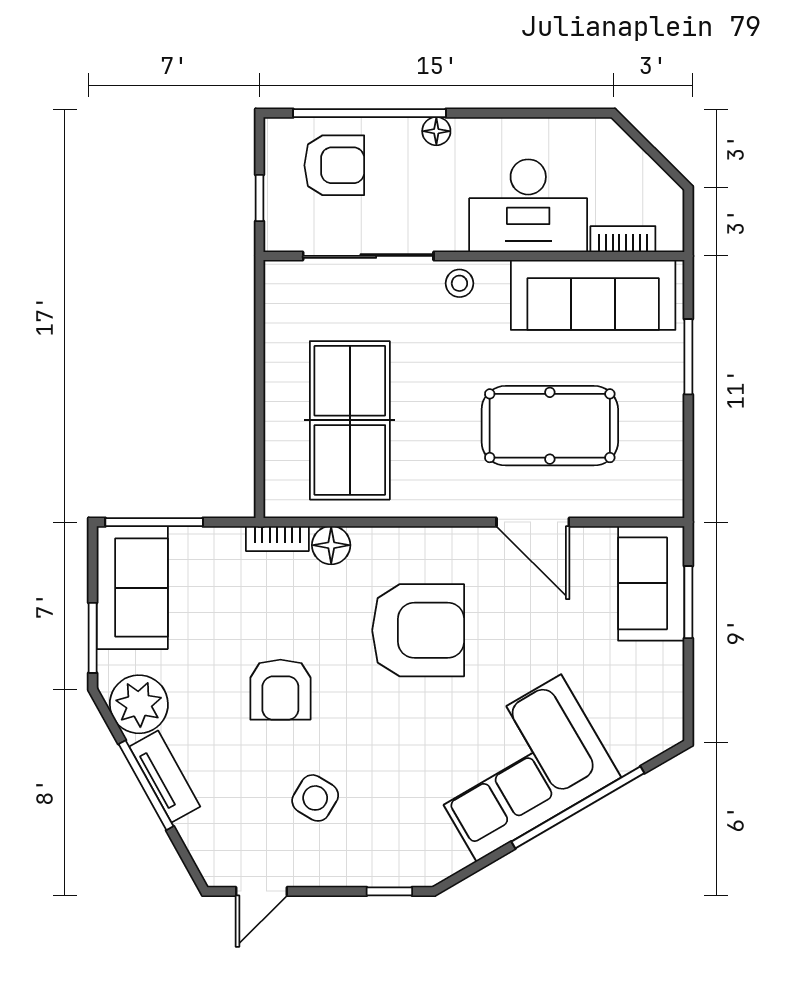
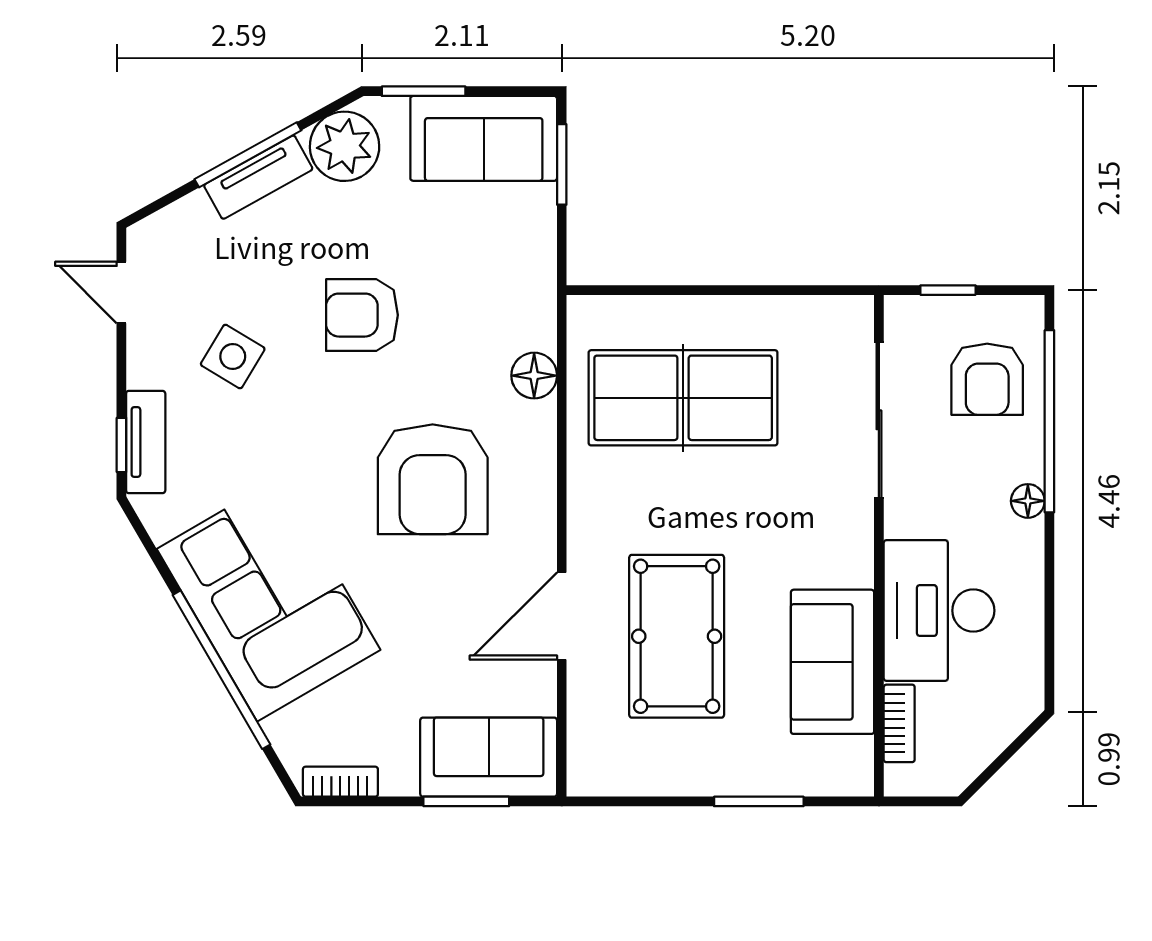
stool: (459, 283) -> (846, 529), removed
sofa: (593, 295) -> (833, 662), width x0.73
window: (154, 522) -> (562, 164), width x0.69
bookcase: (277, 539) -> (340, 782), moved, turned 90
tv unit: (387, 871) -> (146, 442), added

